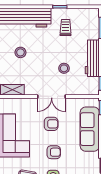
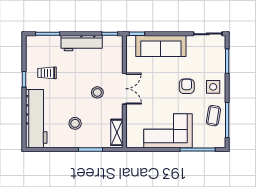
stool: (64, 68) -> (97, 92), moved
armchair: (51, 124) -> (155, 89), removed

